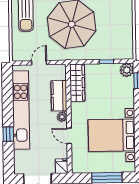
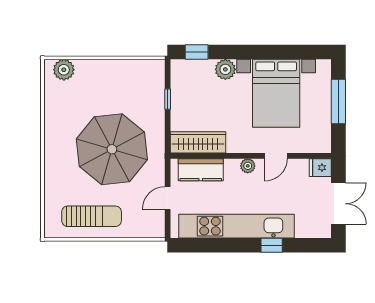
door: (39, 63) -> (168, 198), hinge flipped
plant: (127, 70) -> (225, 69), moved
kitchen counter: (59, 96) -> (201, 170), moved

